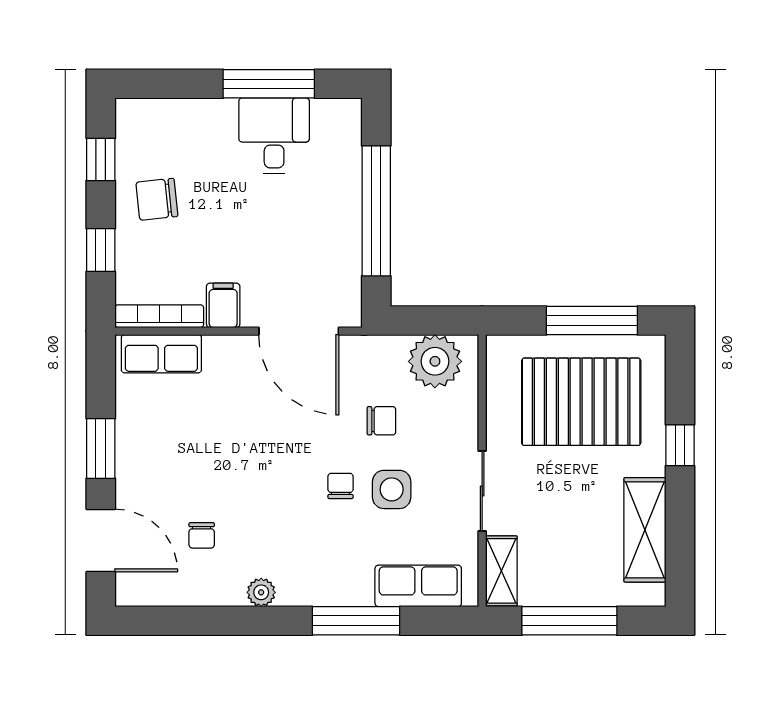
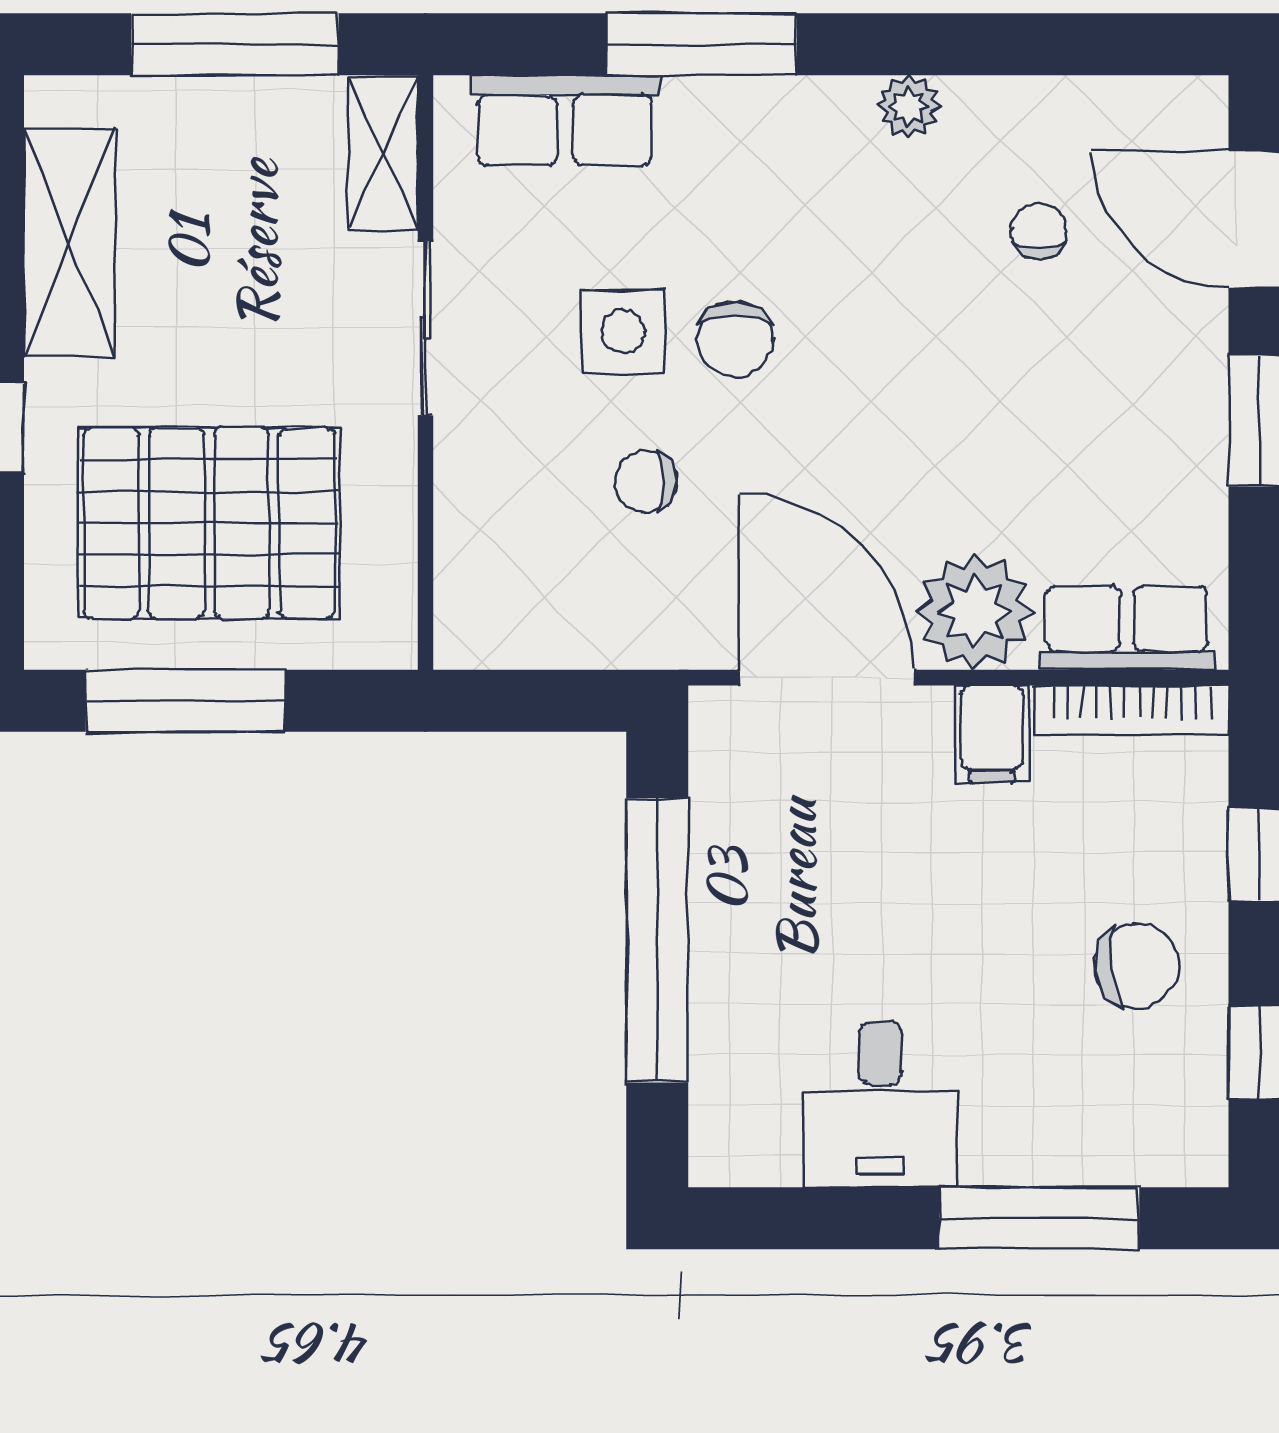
window: (269, 84) -> (1039, 1218), moved
plant: (435, 361) -> (975, 611), moved
chair: (341, 486) -> (735, 339), width x1.37, depth x1.37

